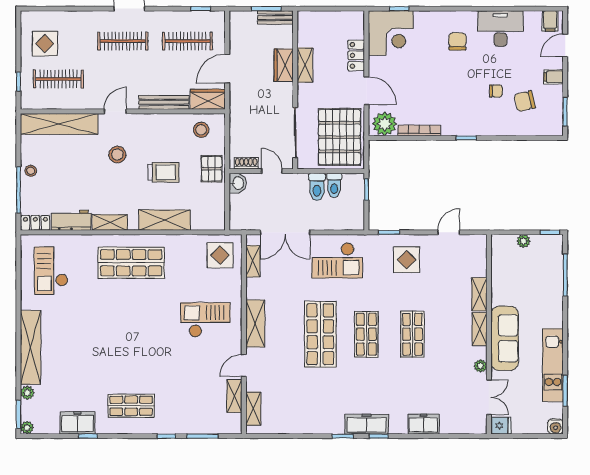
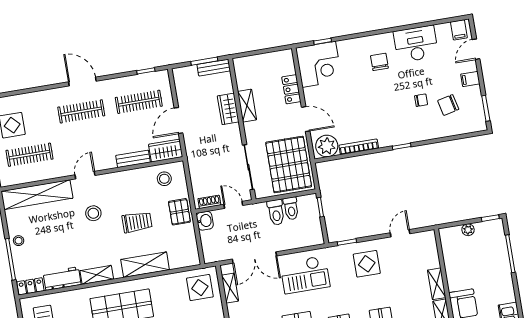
bench: (164, 102) -> (133, 159), width x0.73

